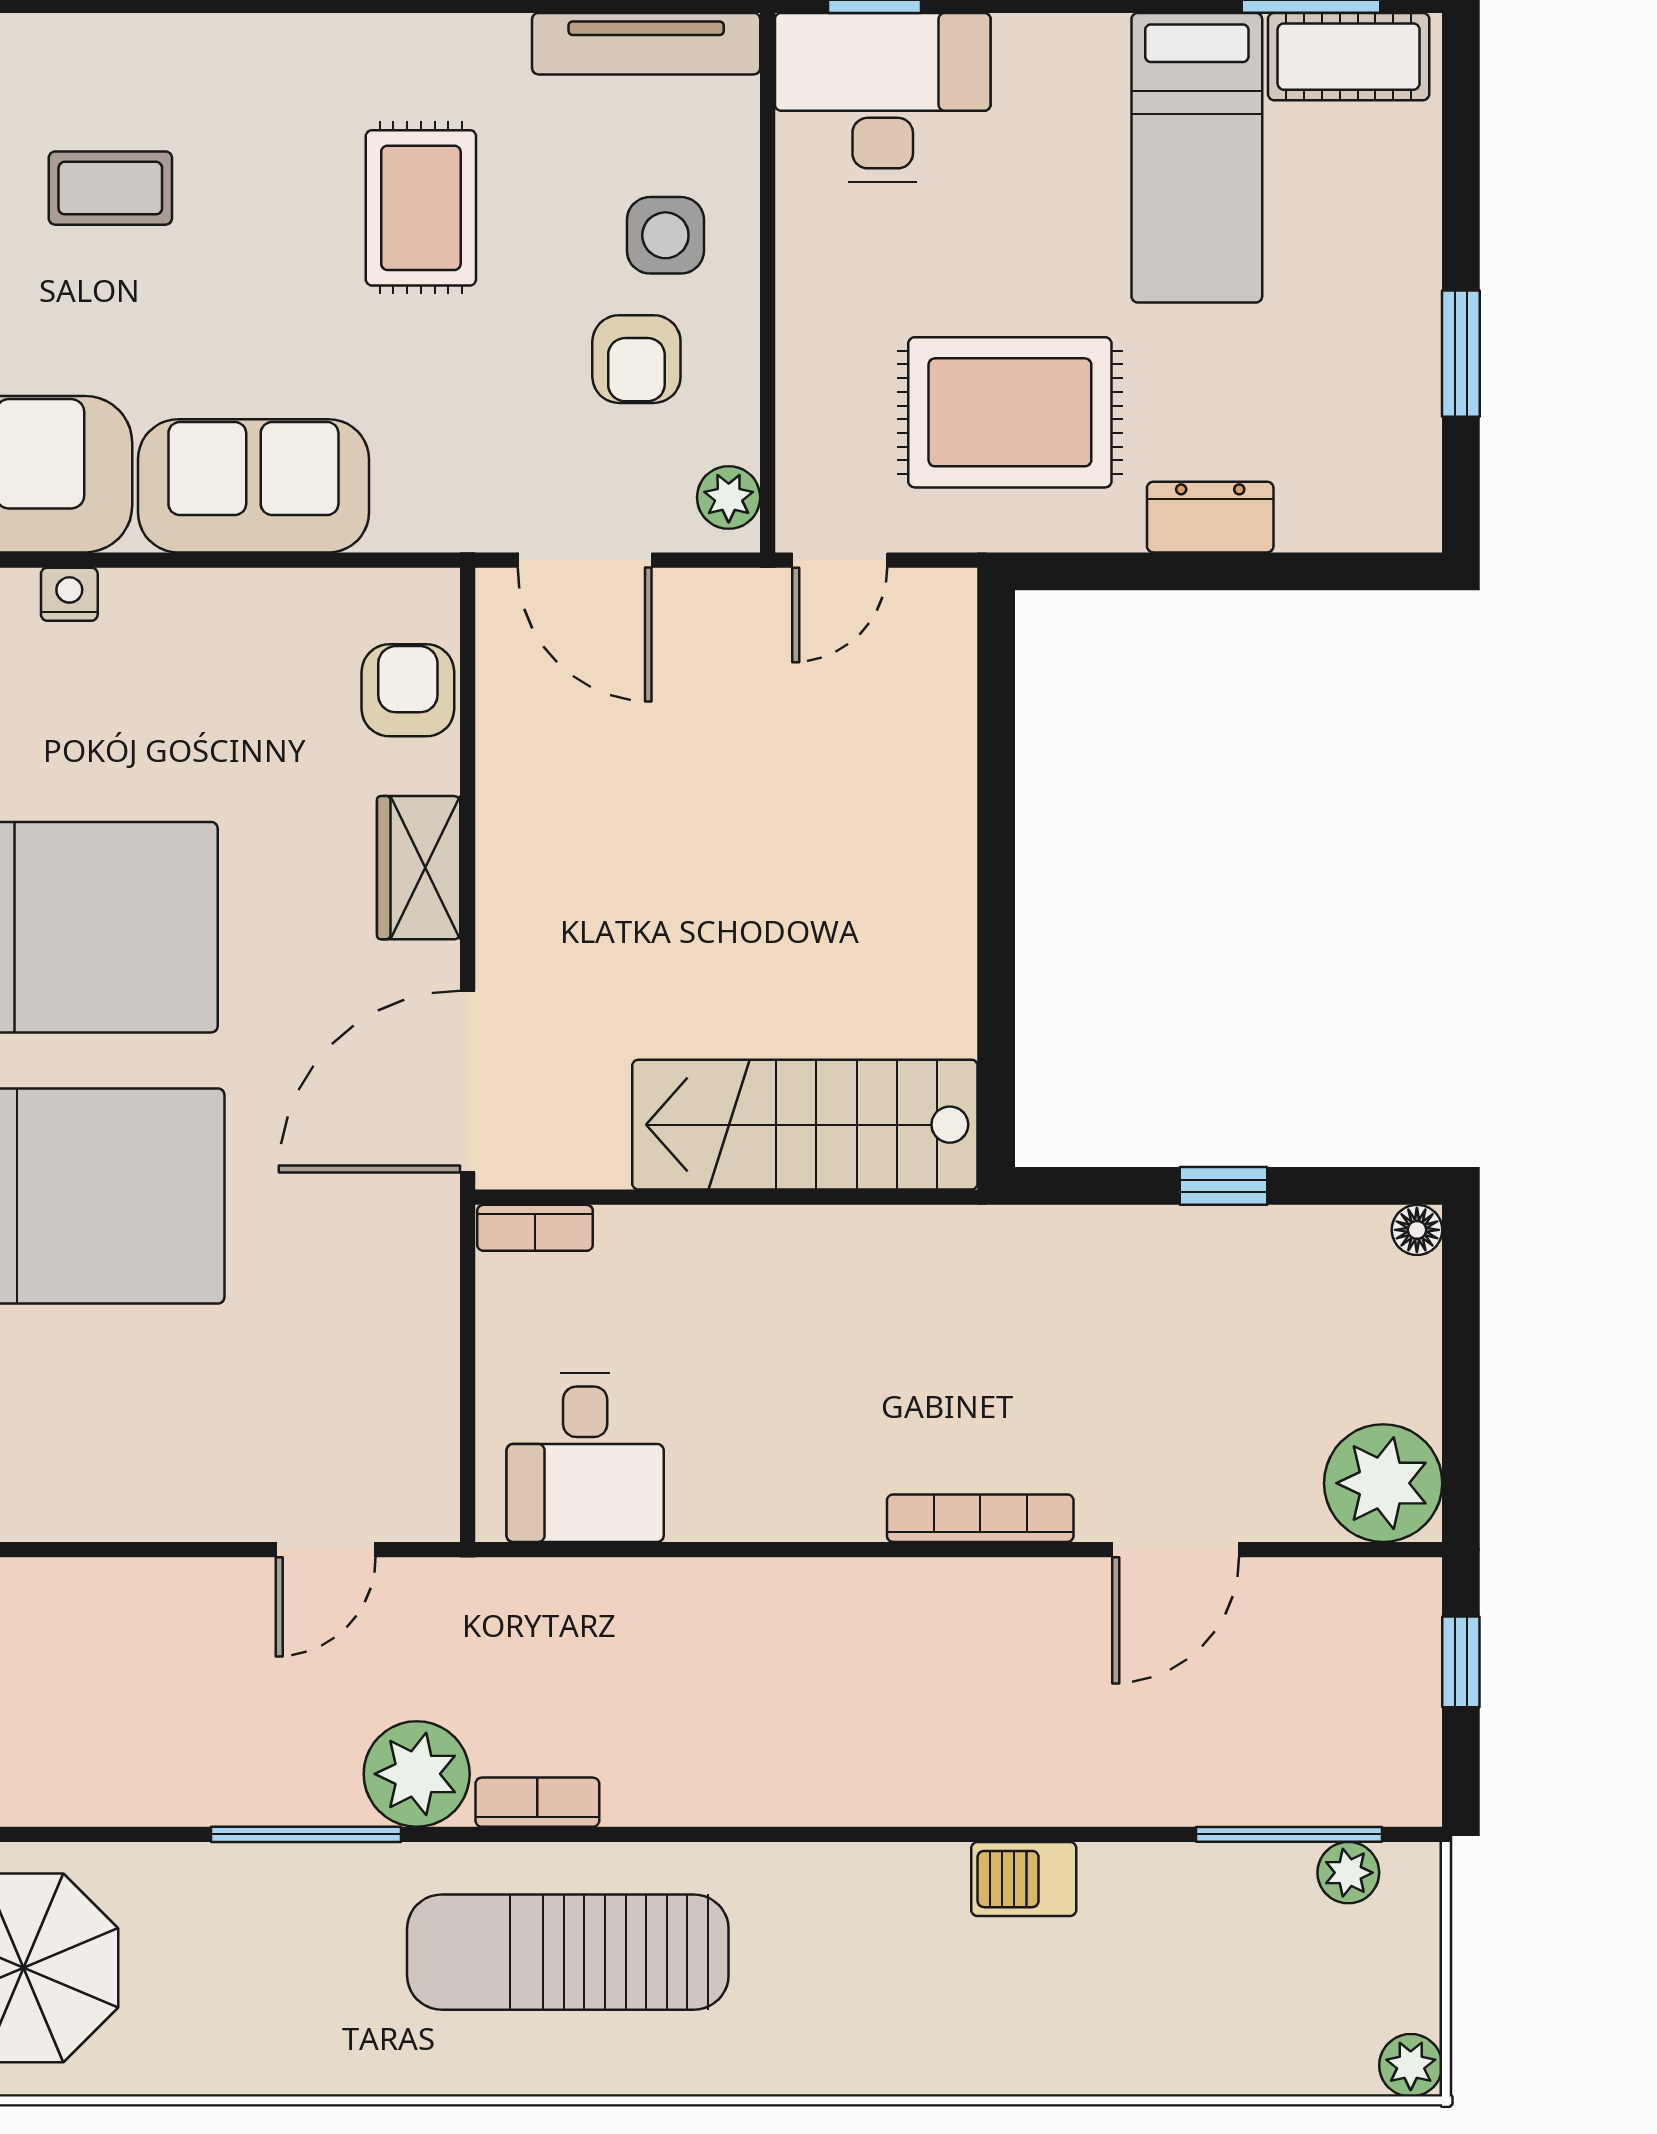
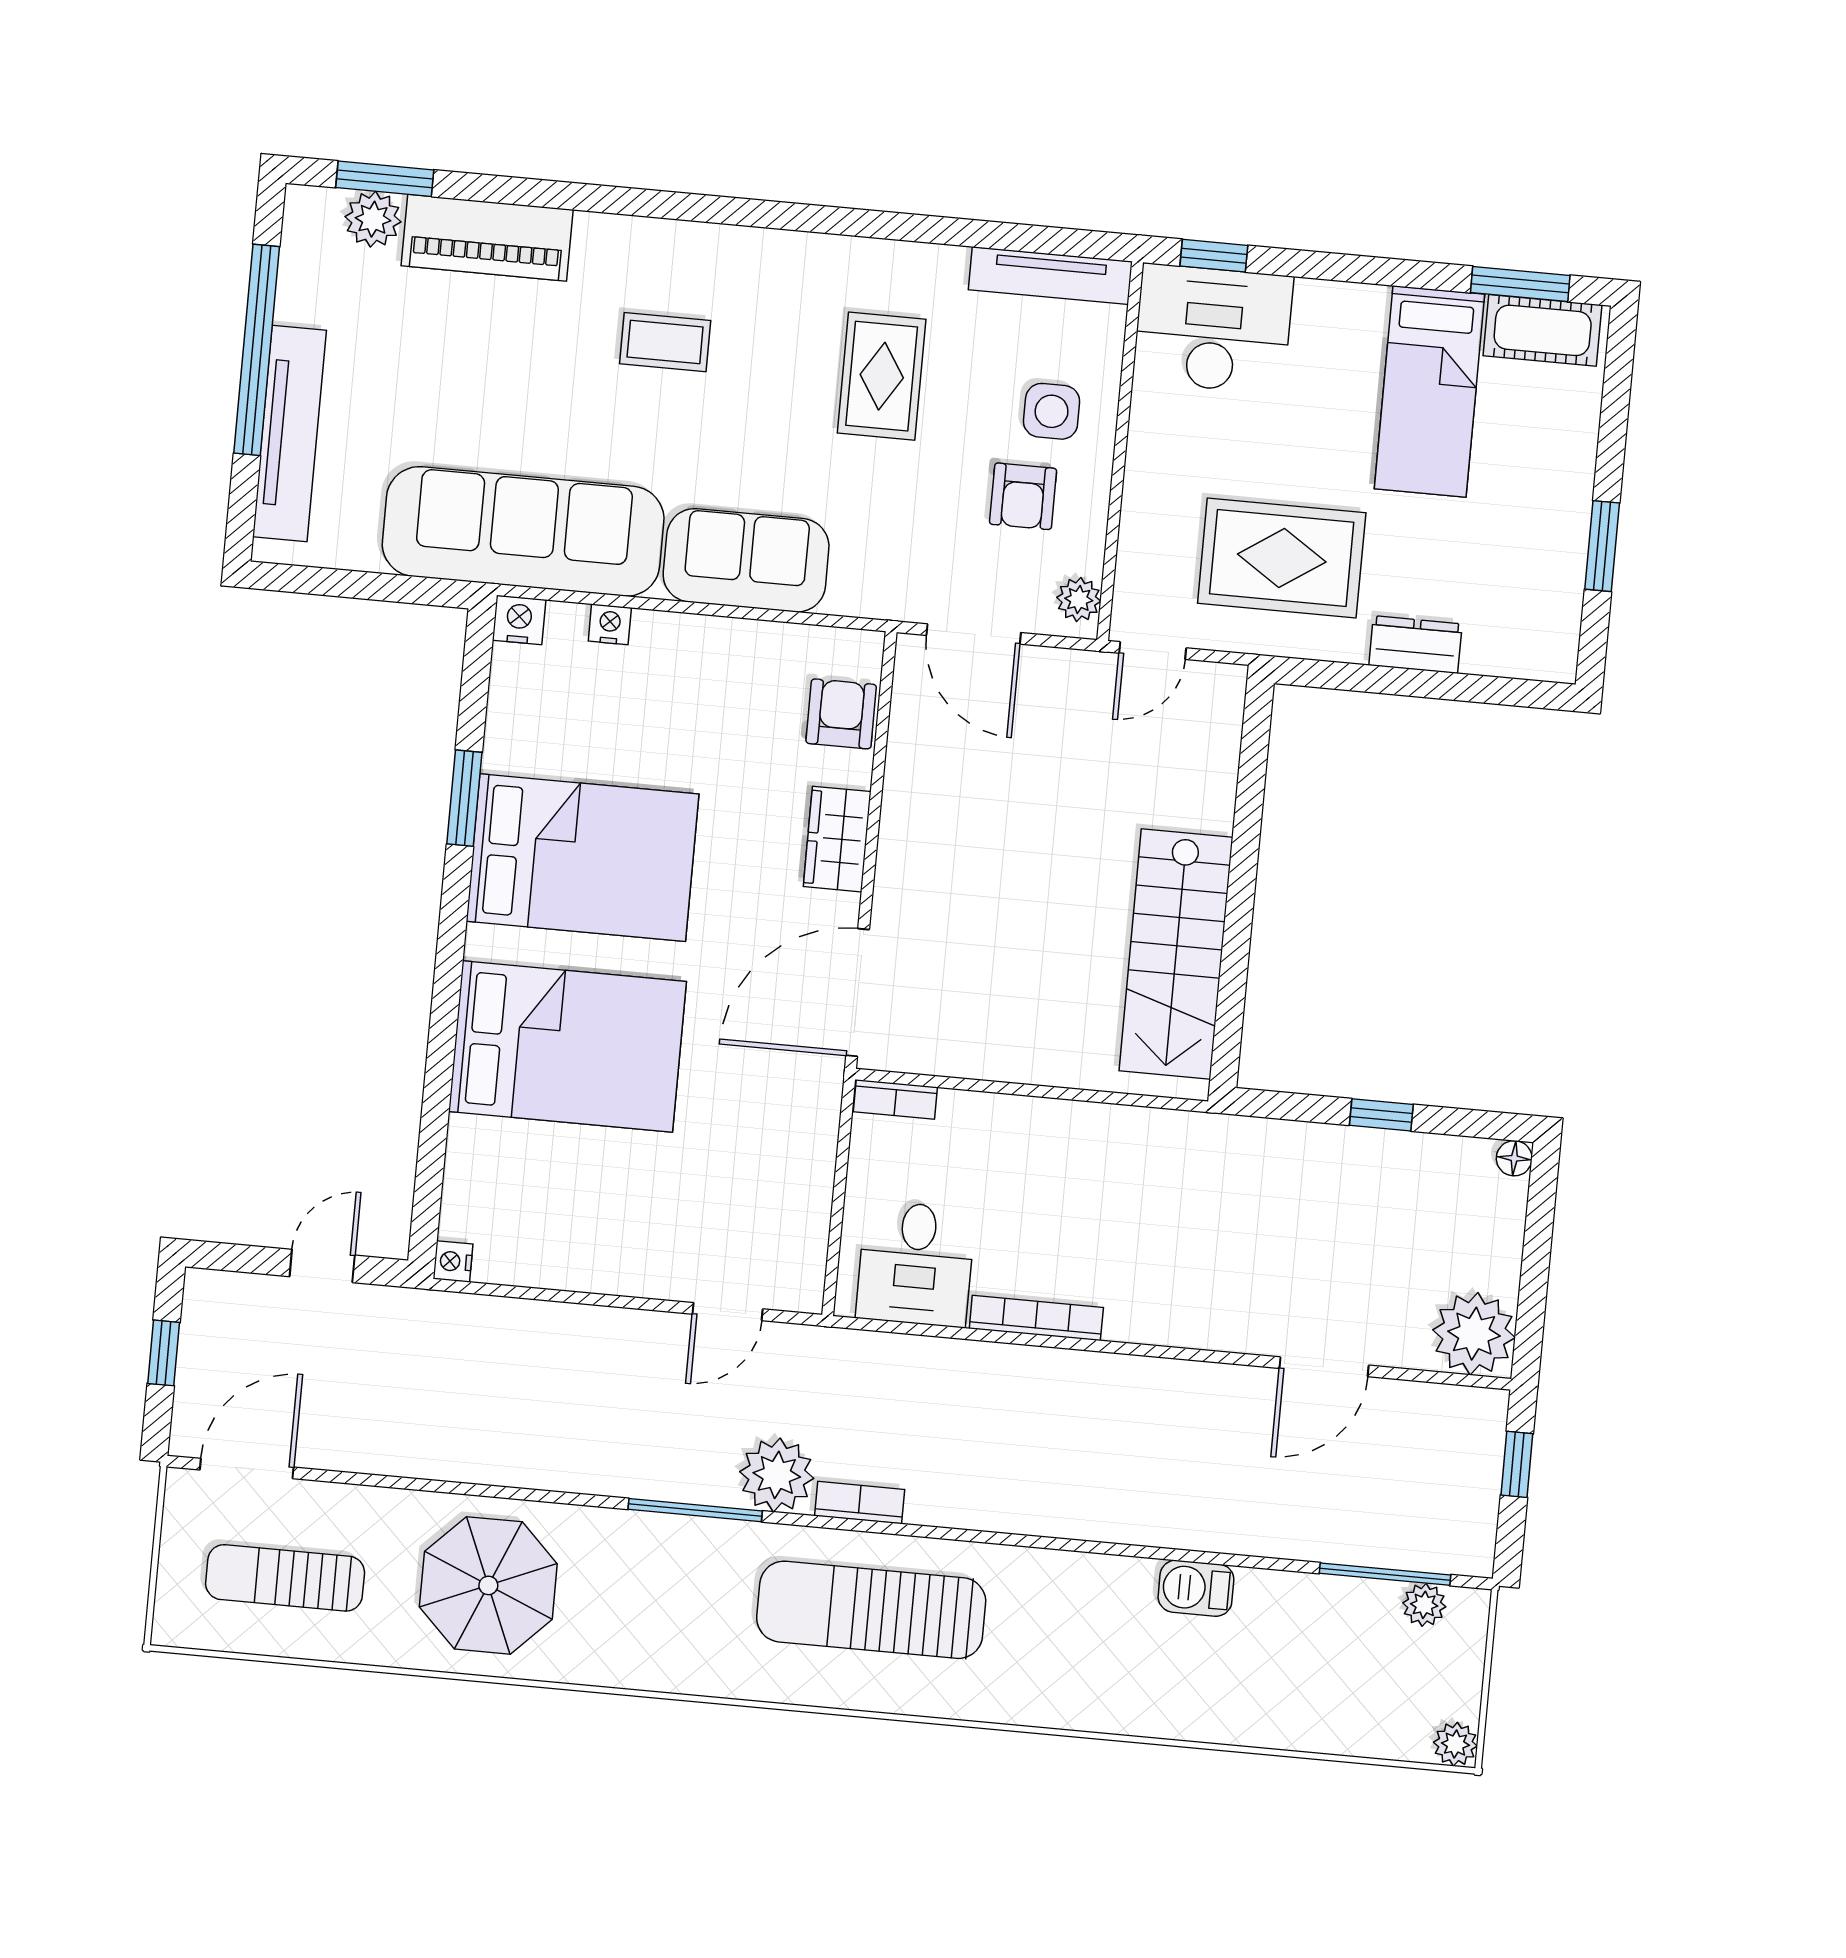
stairs: (805, 1125) -> (1176, 954), moved, turned -90
bookcase: (980, 1518) -> (1036, 1318), moved

